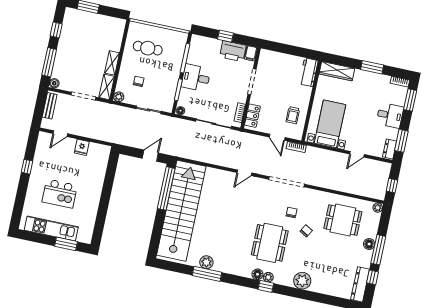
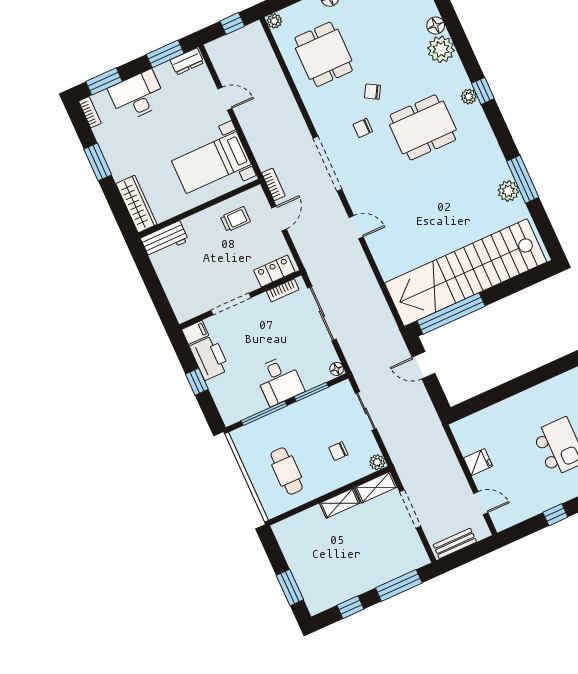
boiler: (54, 83) -> (421, 559), removed
desk: (390, 115) -> (137, 96), width x1.37
floor lamp: (257, 274) -> (436, 26), moved

